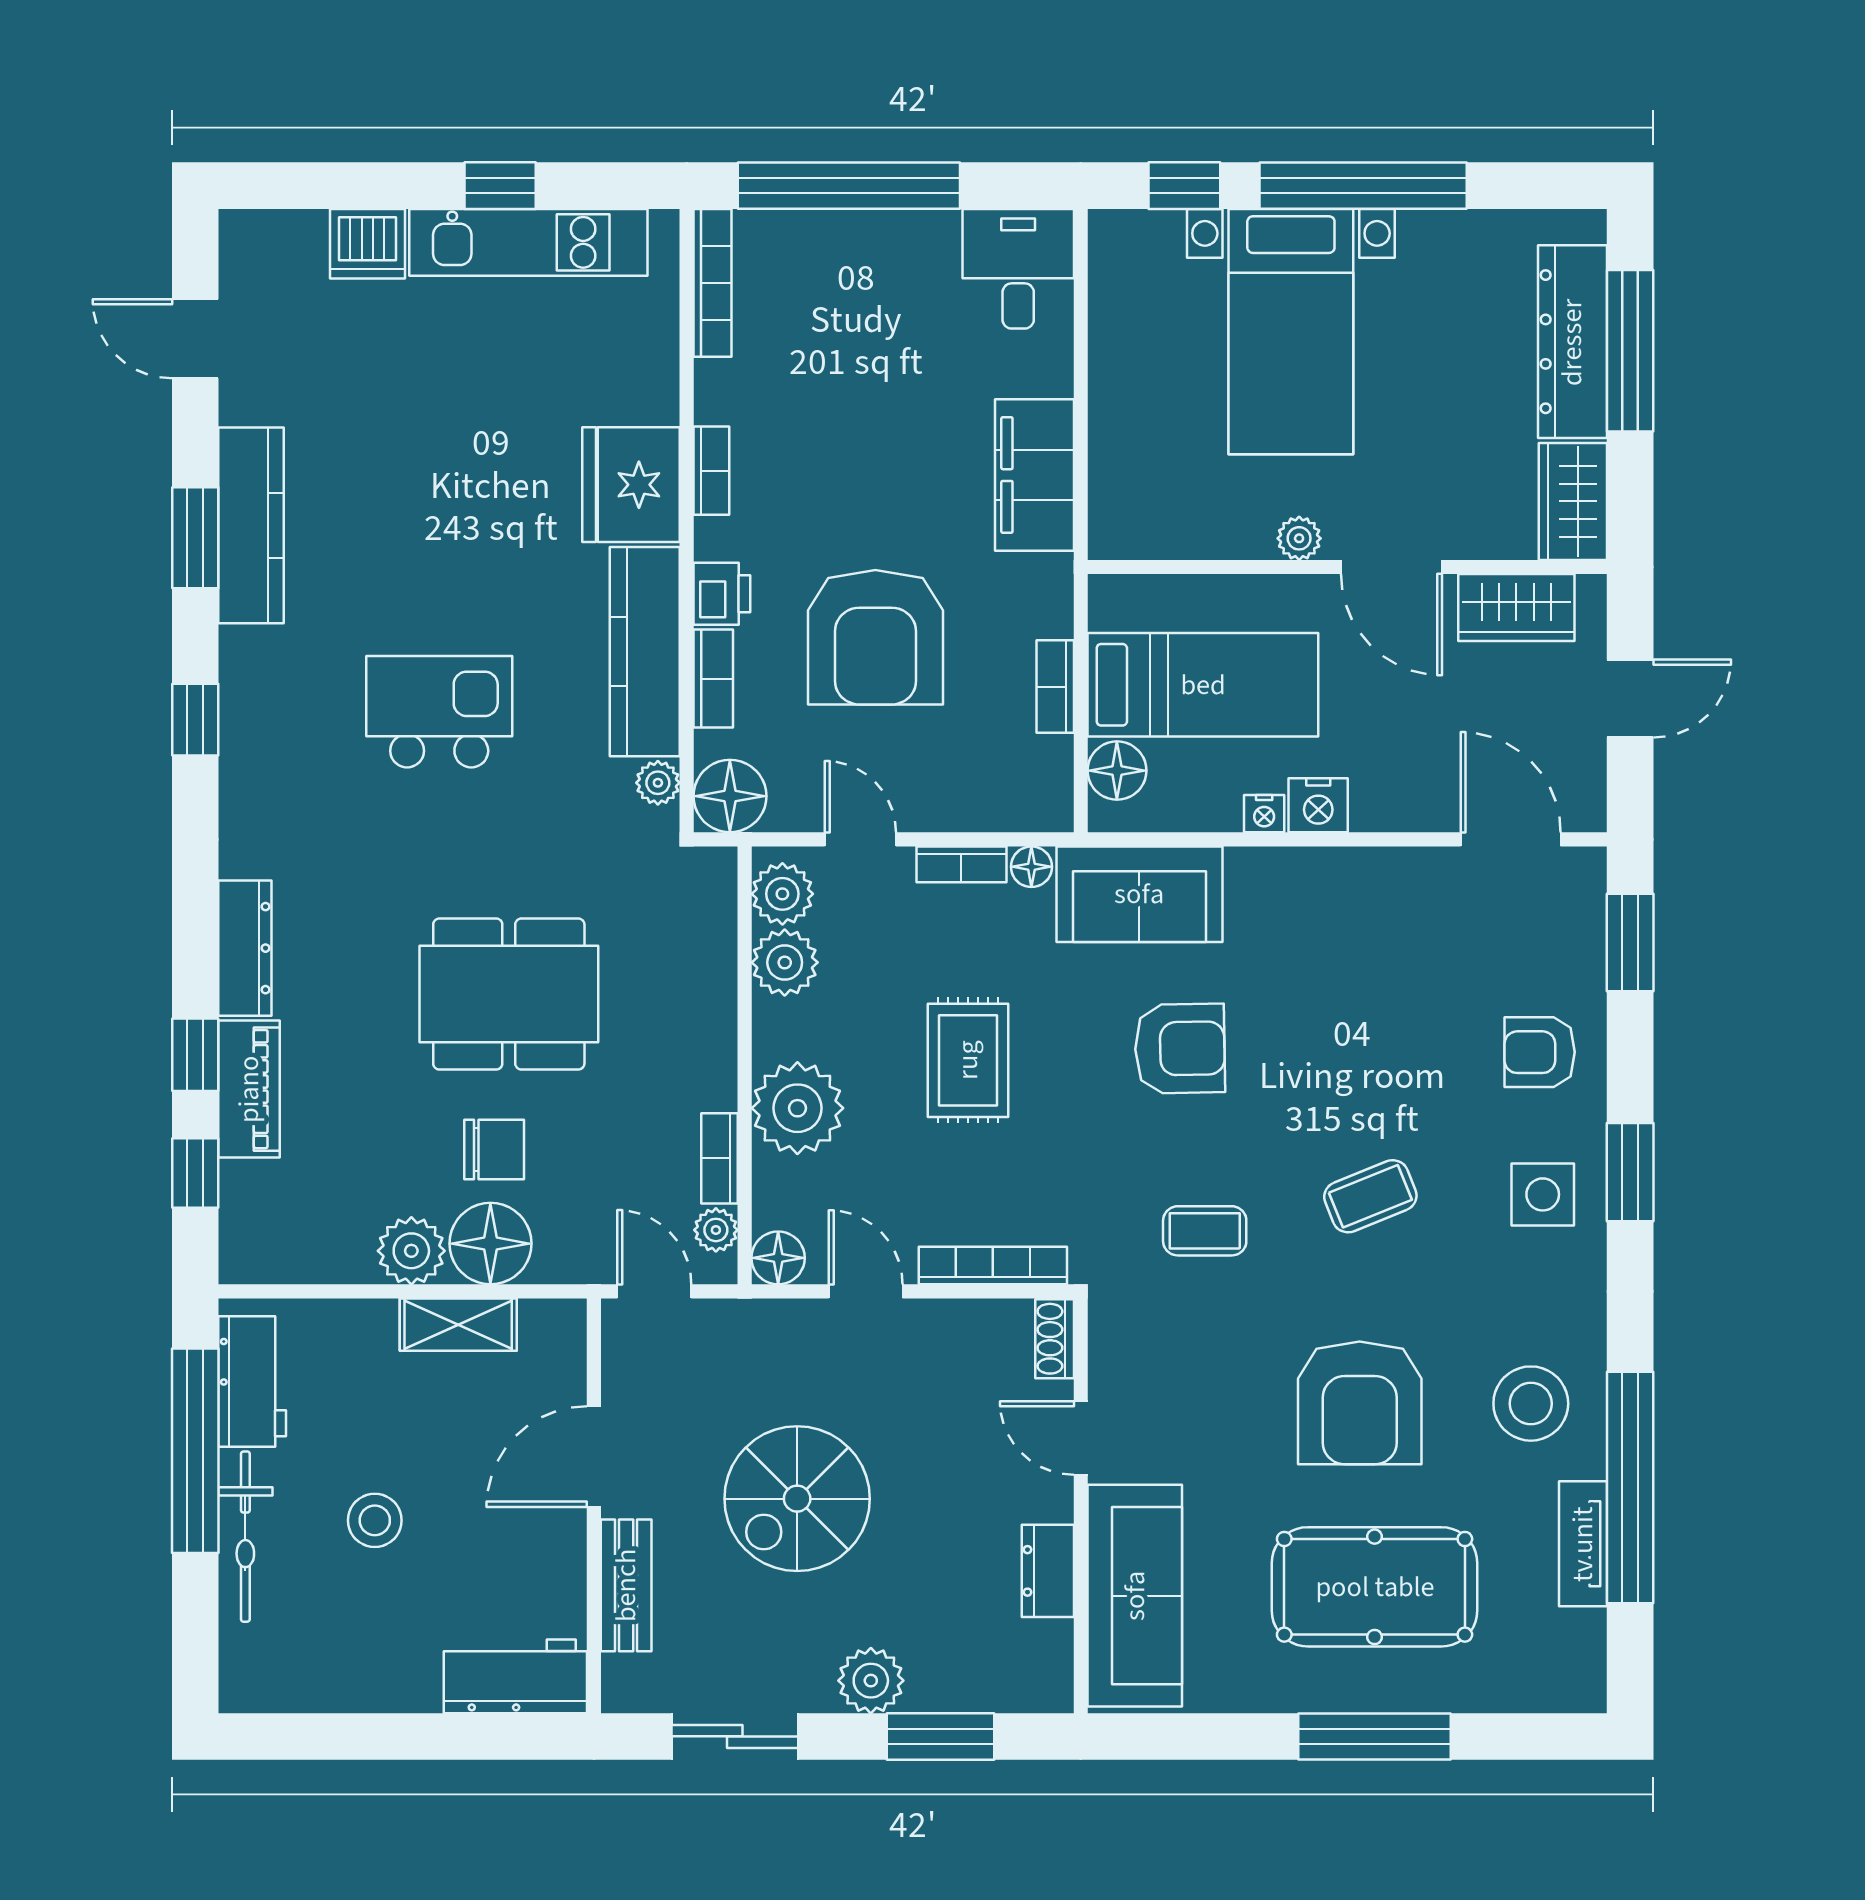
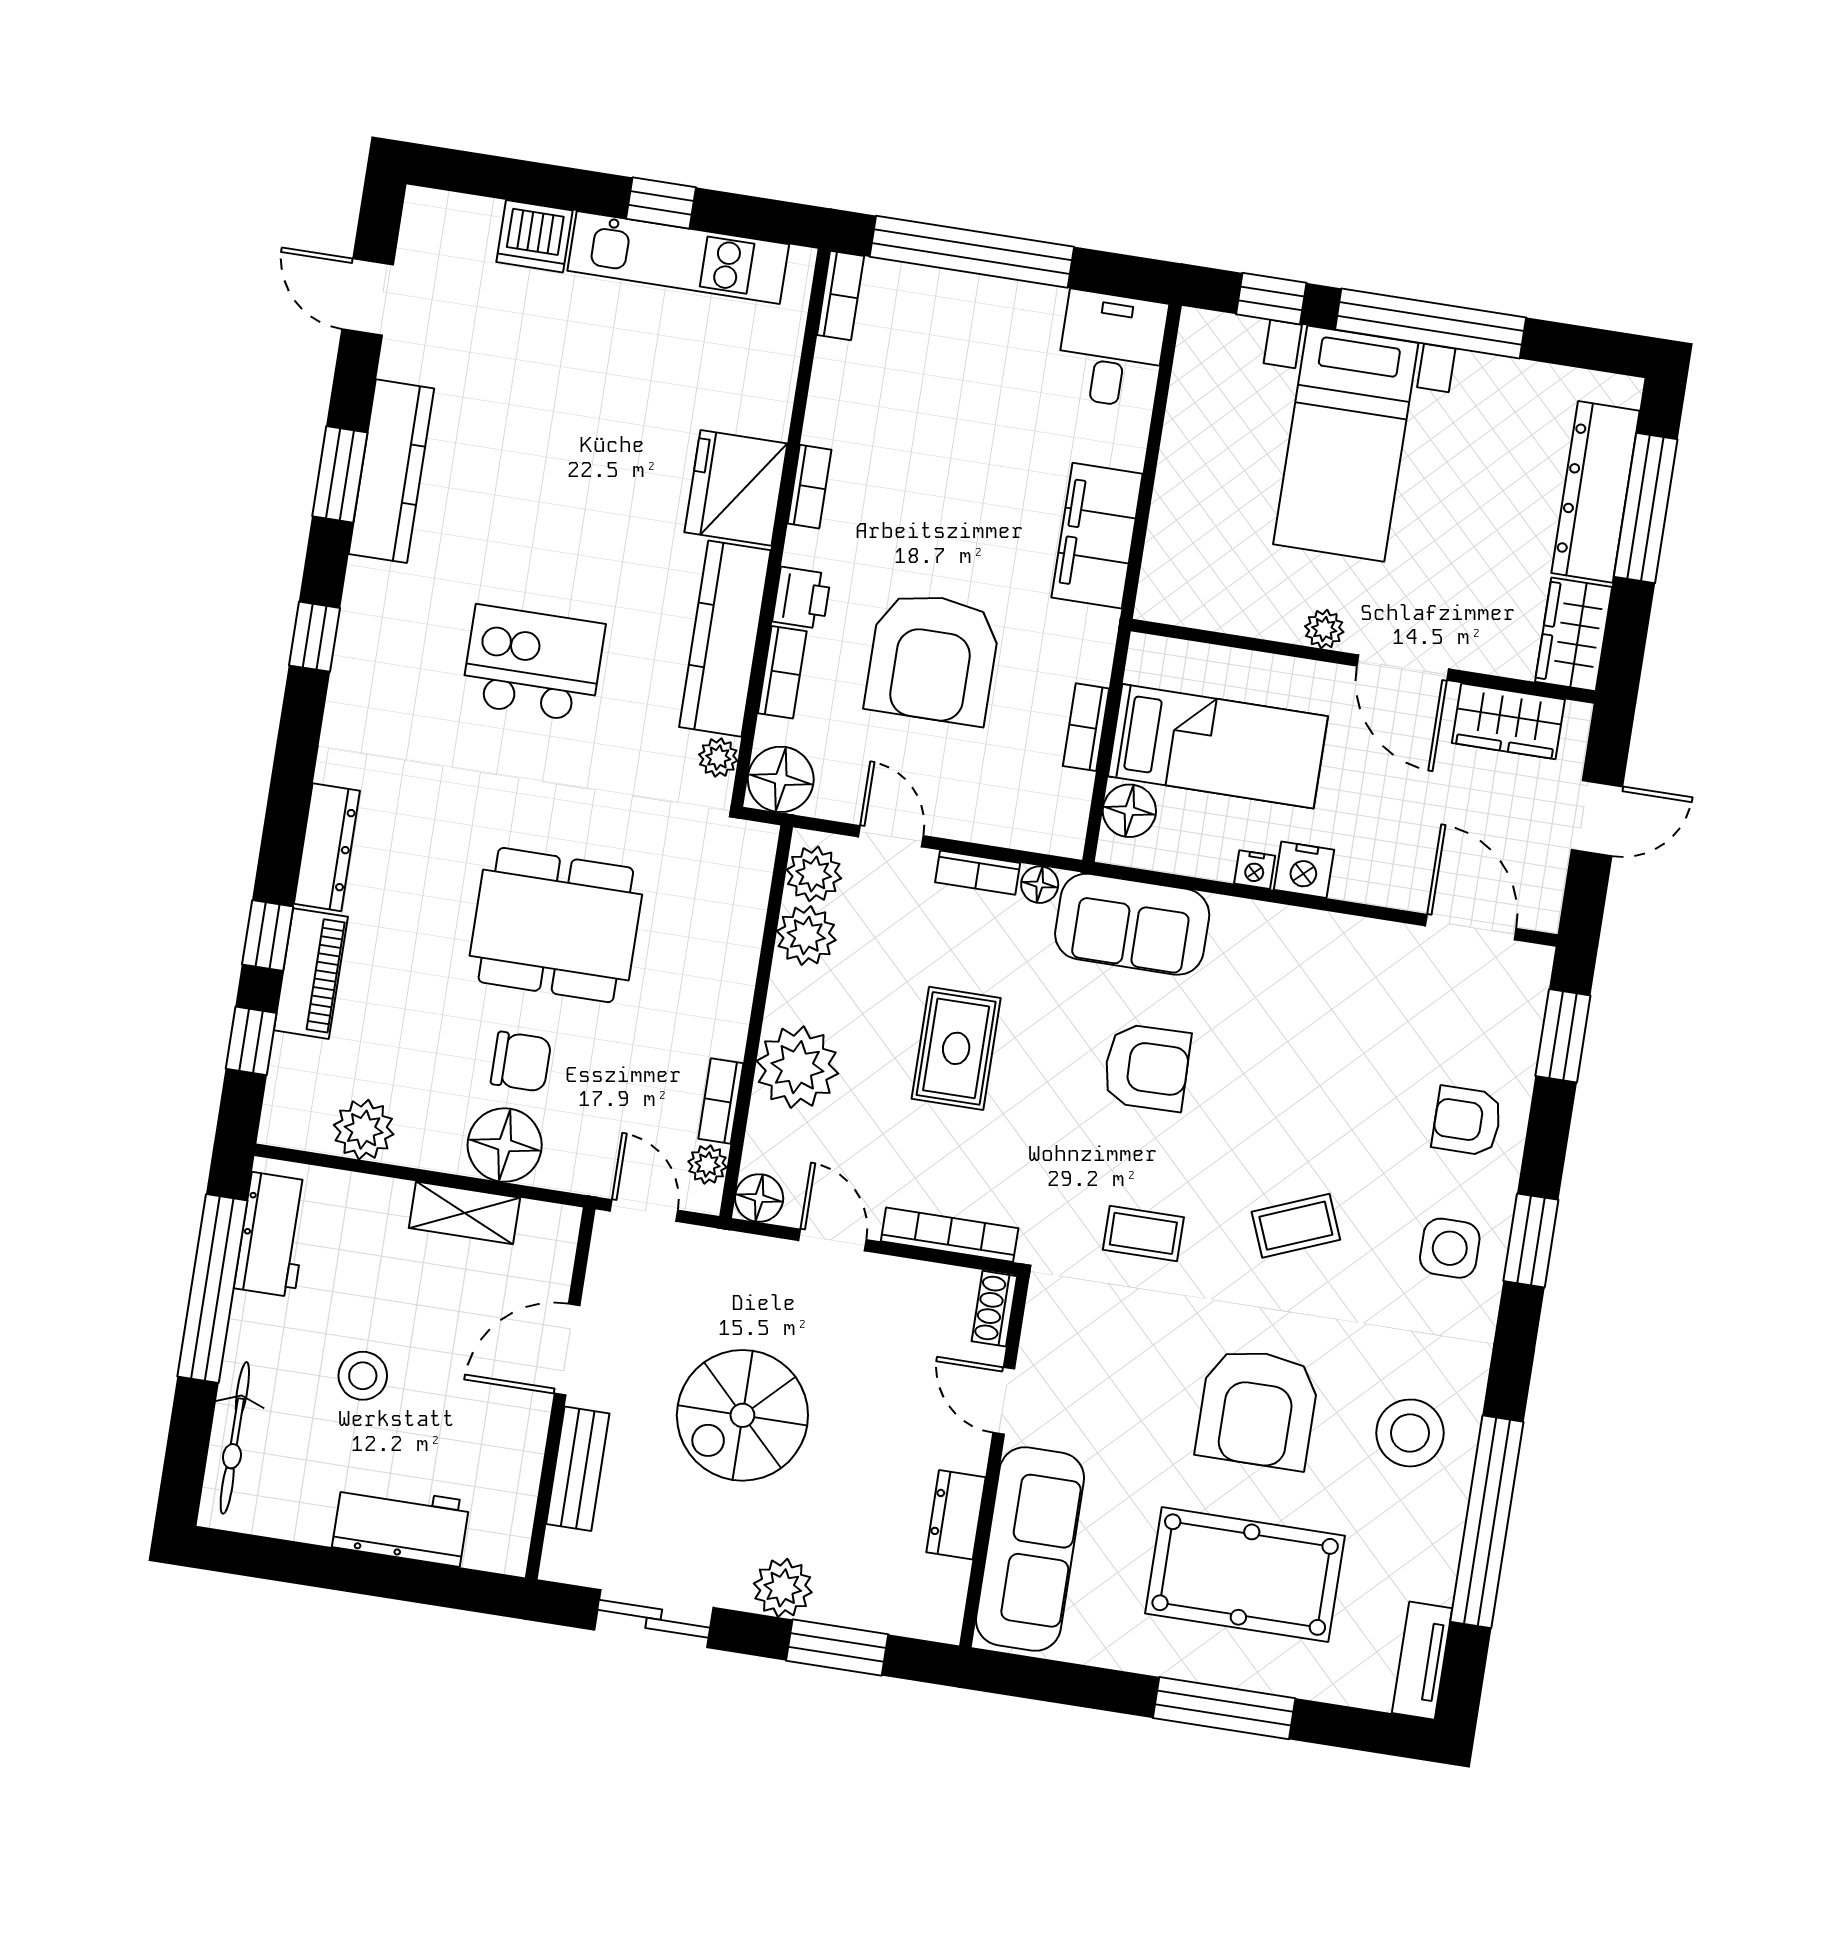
bookcase: (713, 283) -> (841, 296), width x0.64
plant: (411, 1251) -> (364, 1130), moved
bicycle: (245, 1537) -> (235, 1438), moved
tv unit: (1583, 1544) -> (1422, 1661), moved
workbench: (515, 1676) -> (401, 1524), moved

